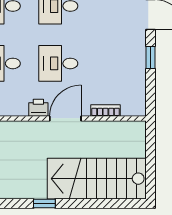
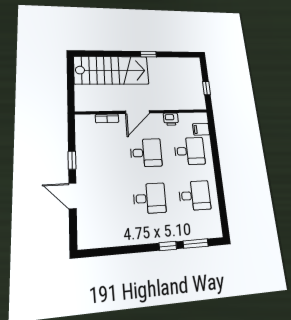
printer: (38, 108) -> (171, 119), moved

